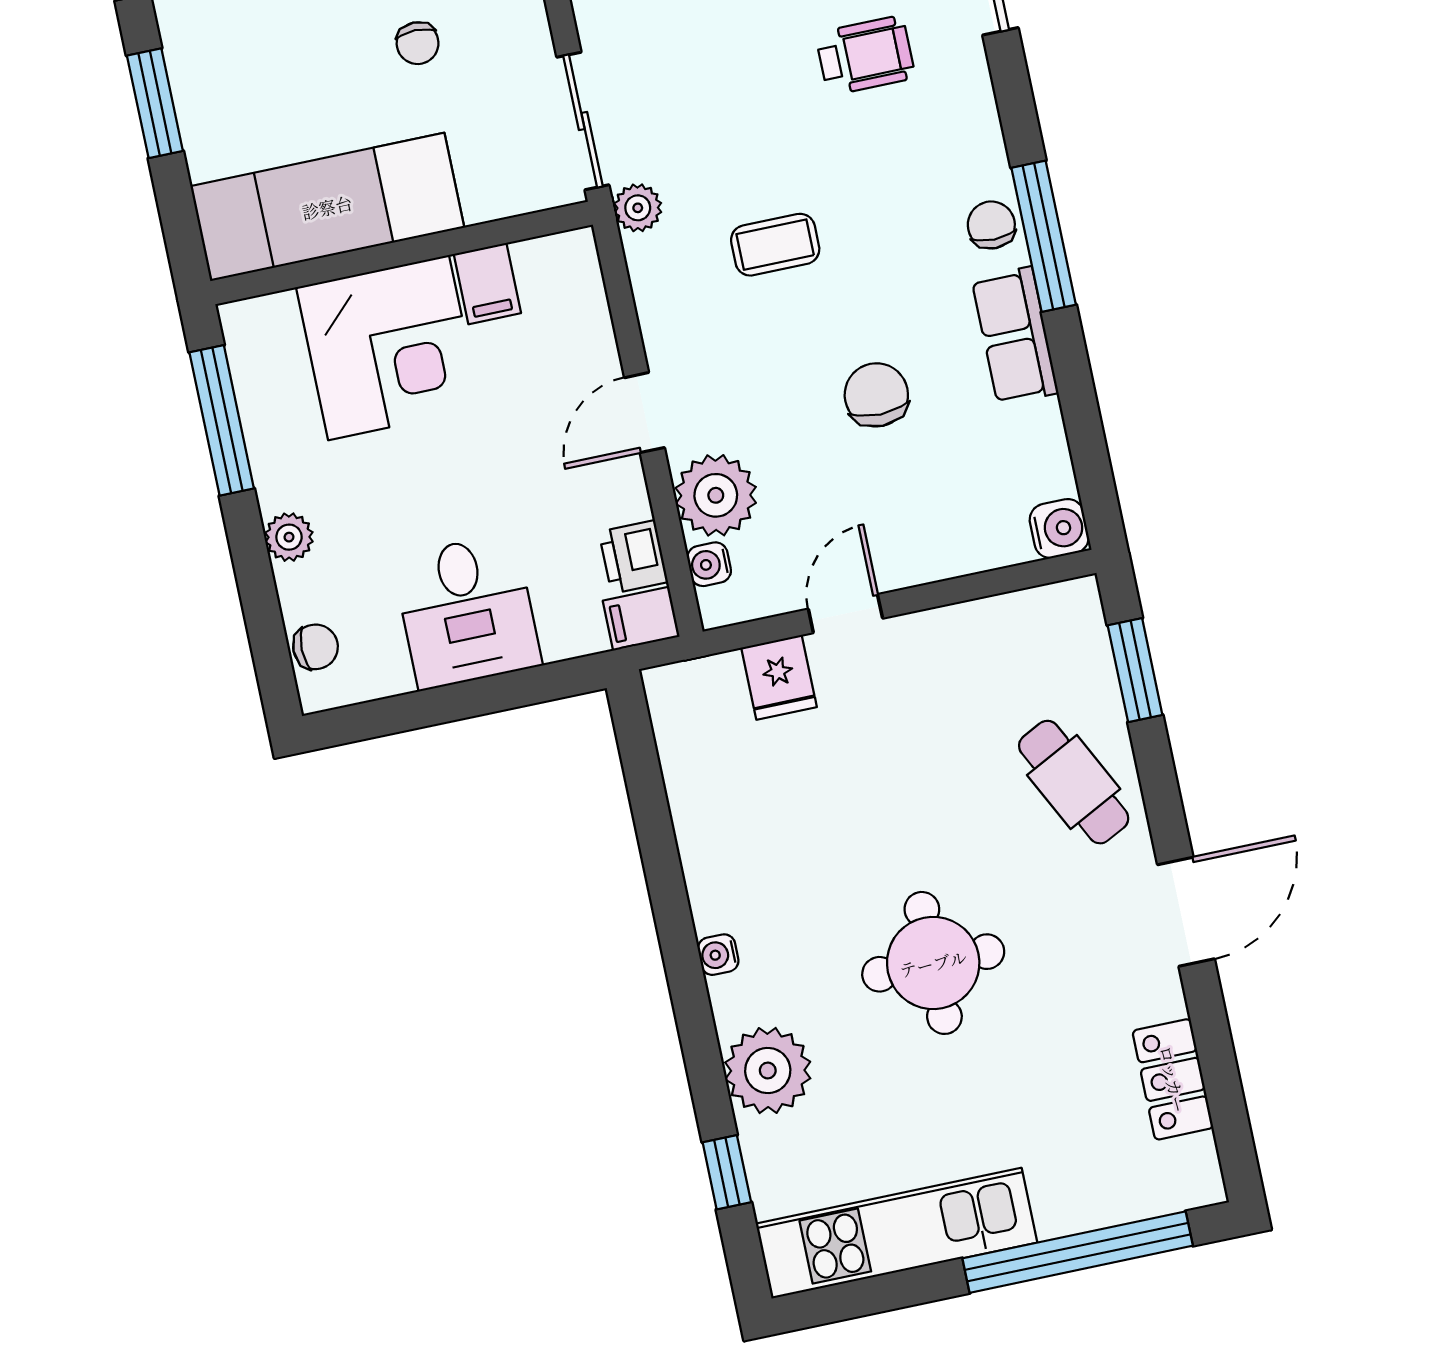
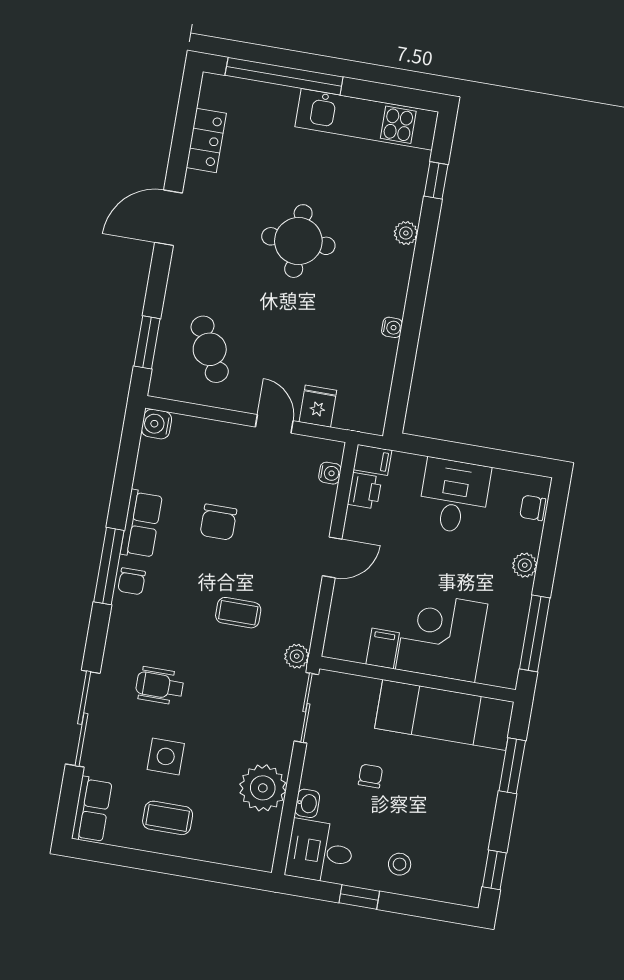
window: (155, 103) -> (512, 766), moved
plant: (716, 495) -> (314, 505), removed
door: (845, 614) -> (274, 424), swing flipped
cafe table: (1074, 782) -> (210, 349), moved
water cooler: (718, 955) -> (392, 327), moved
plant: (768, 1070) -> (406, 233), width x0.53, depth x0.53

